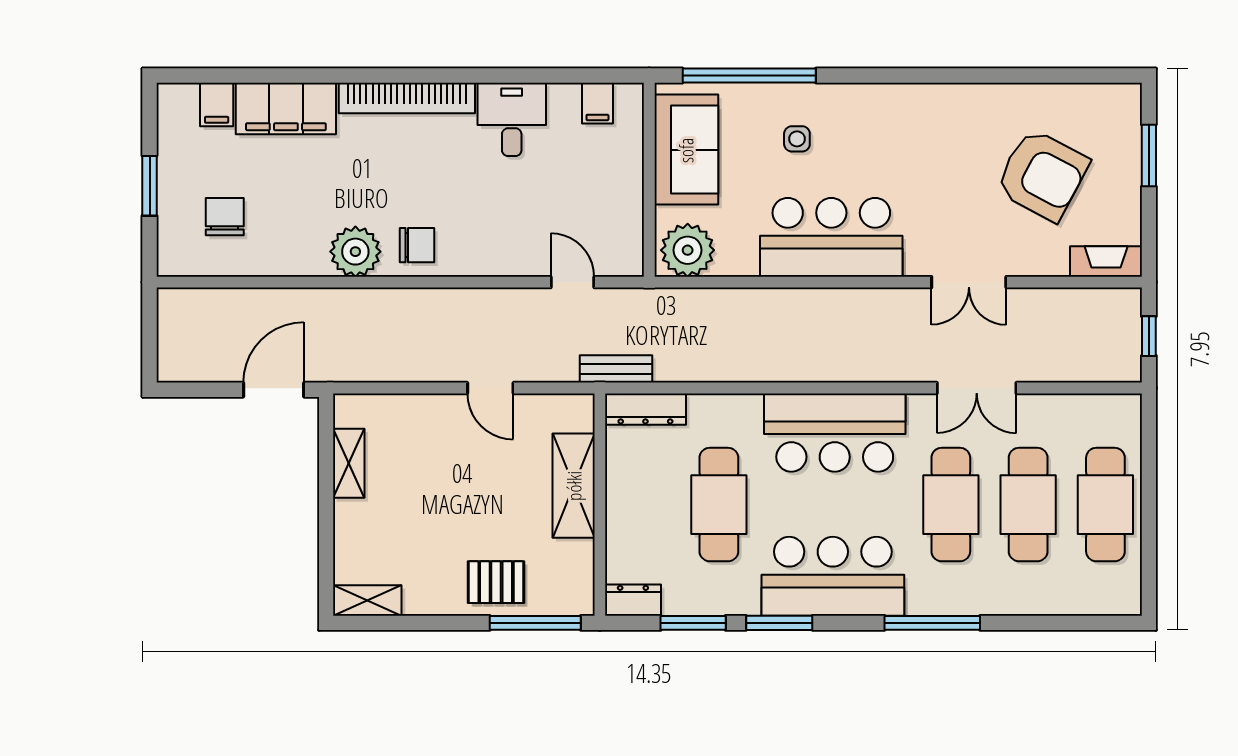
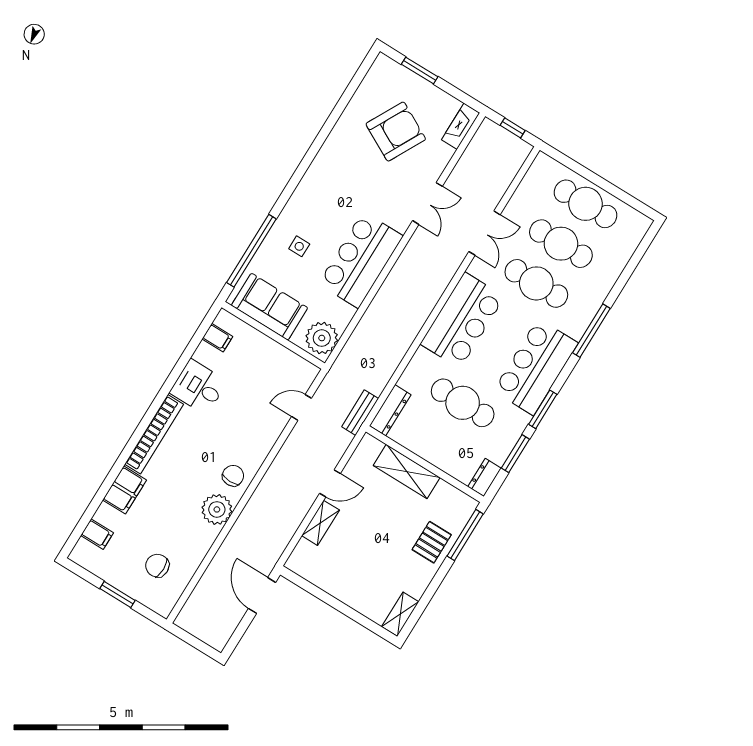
filing cabinet: (286, 109) -> (125, 490), width x0.67, depth x0.86
shelving: (349, 463) -> (320, 523), moved, turned 90

